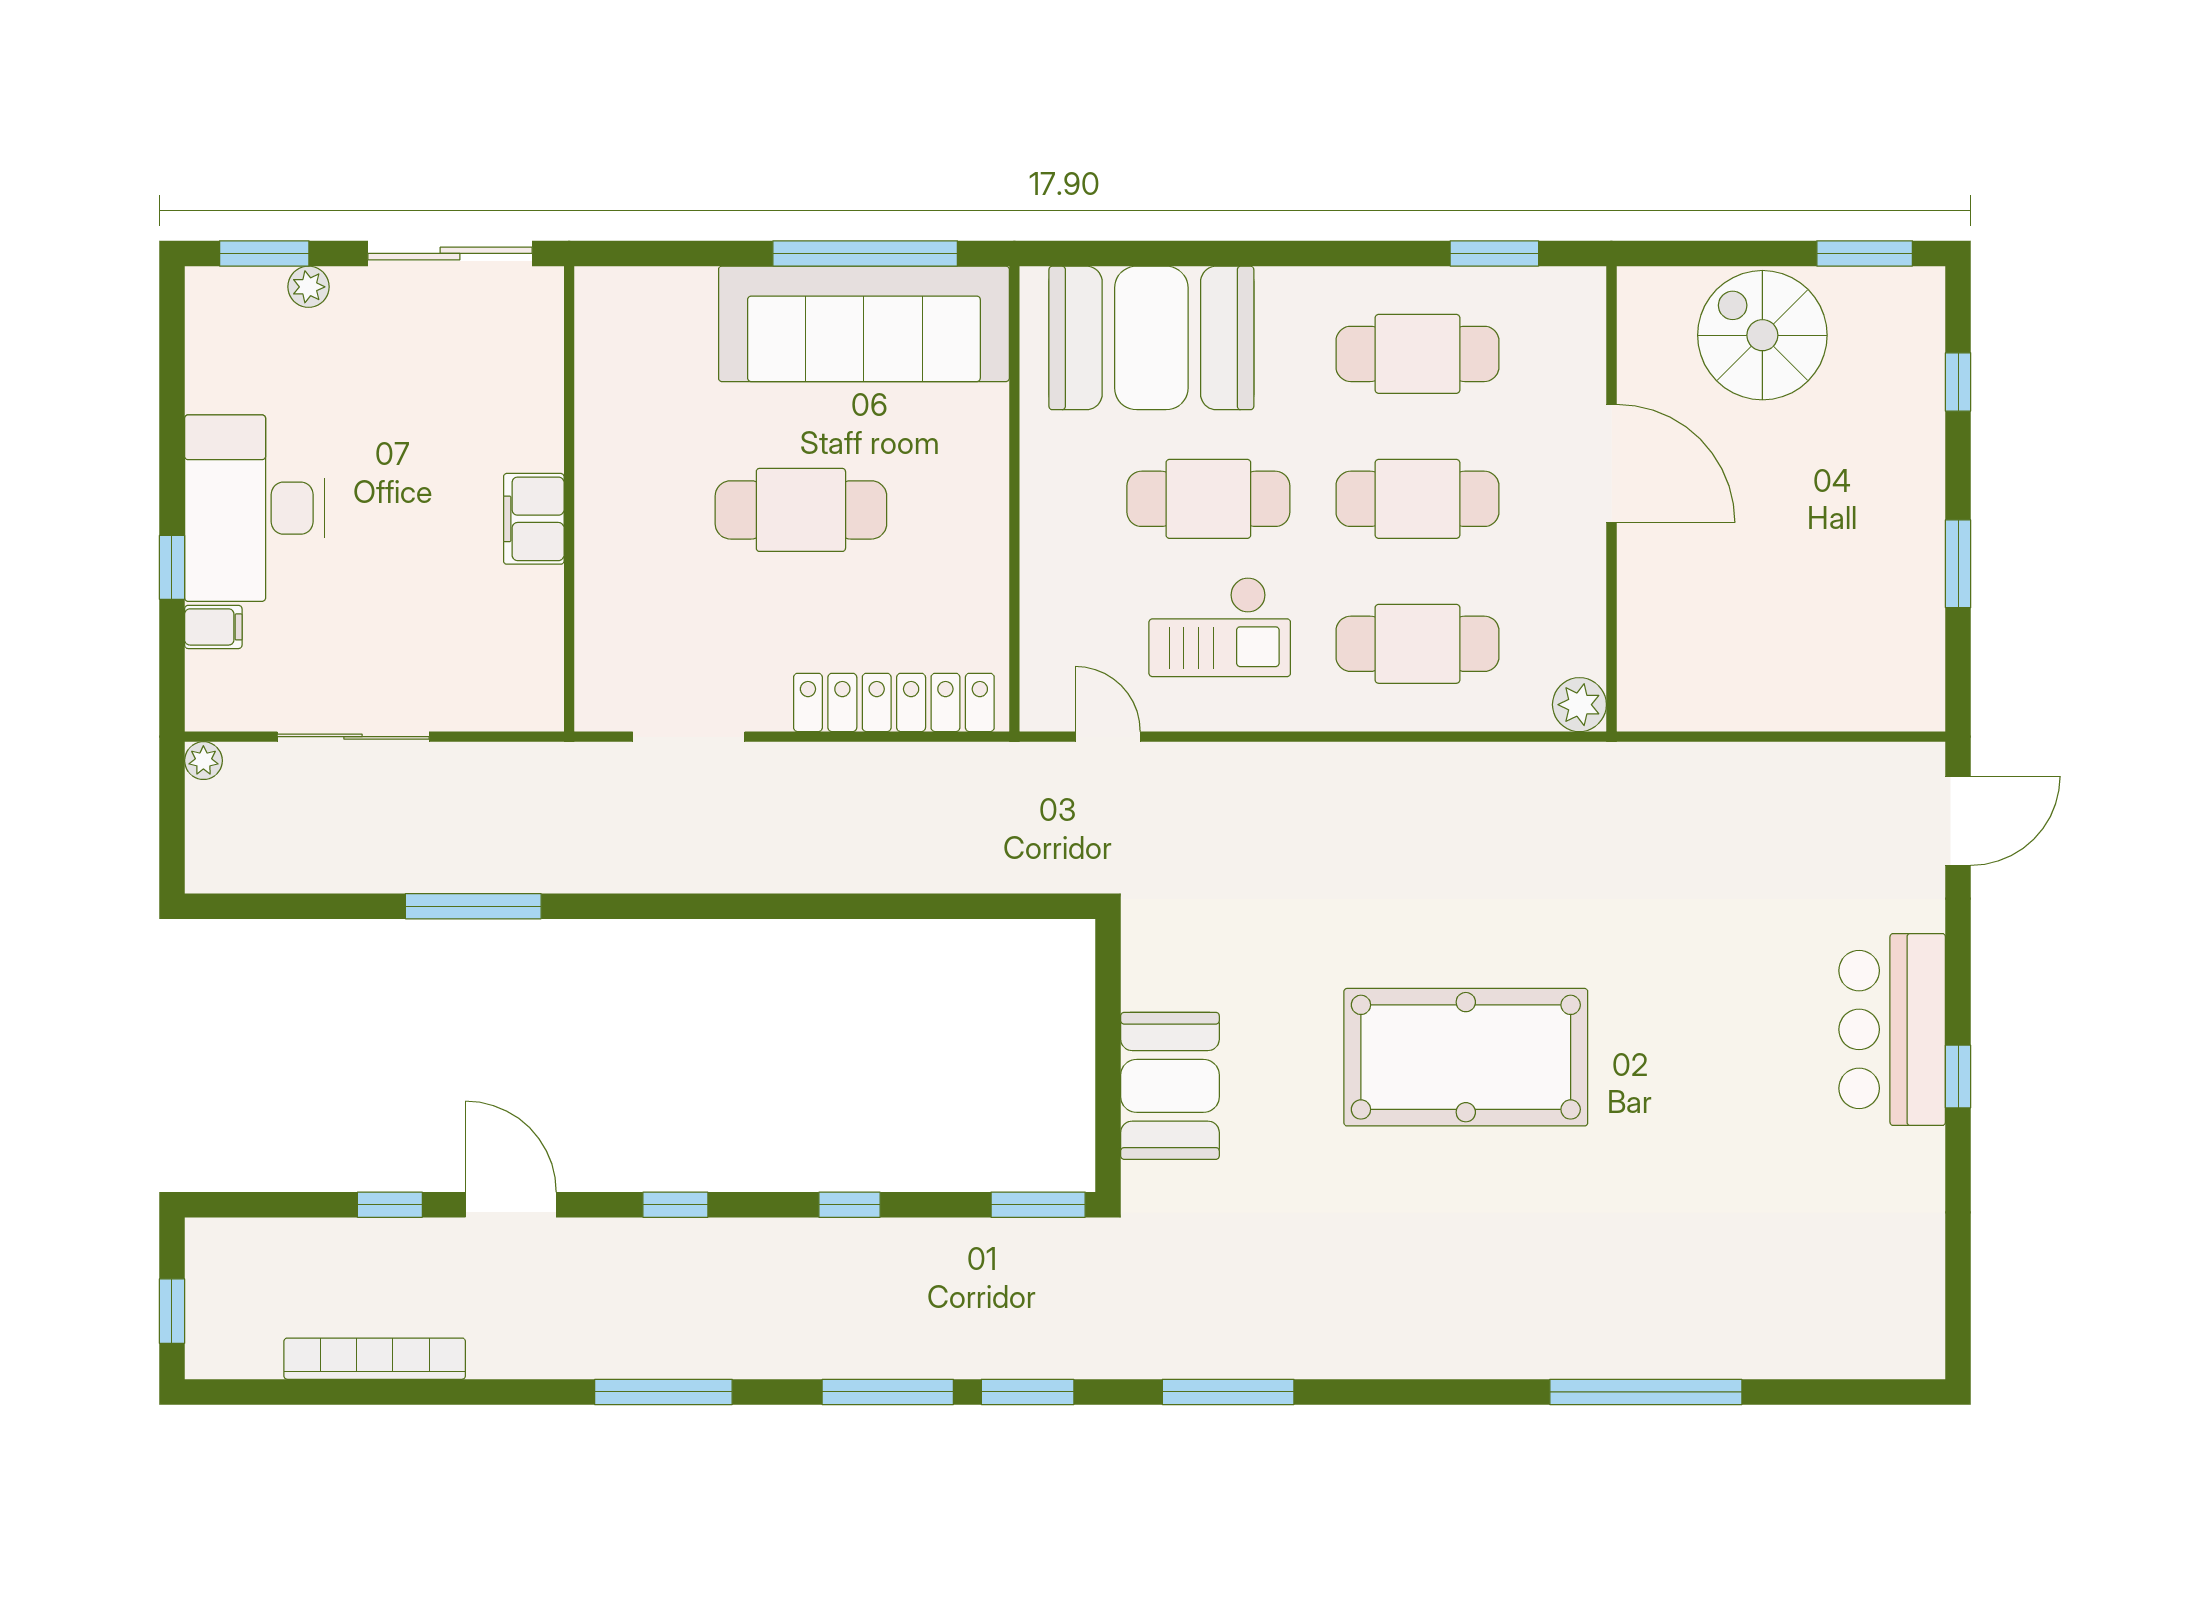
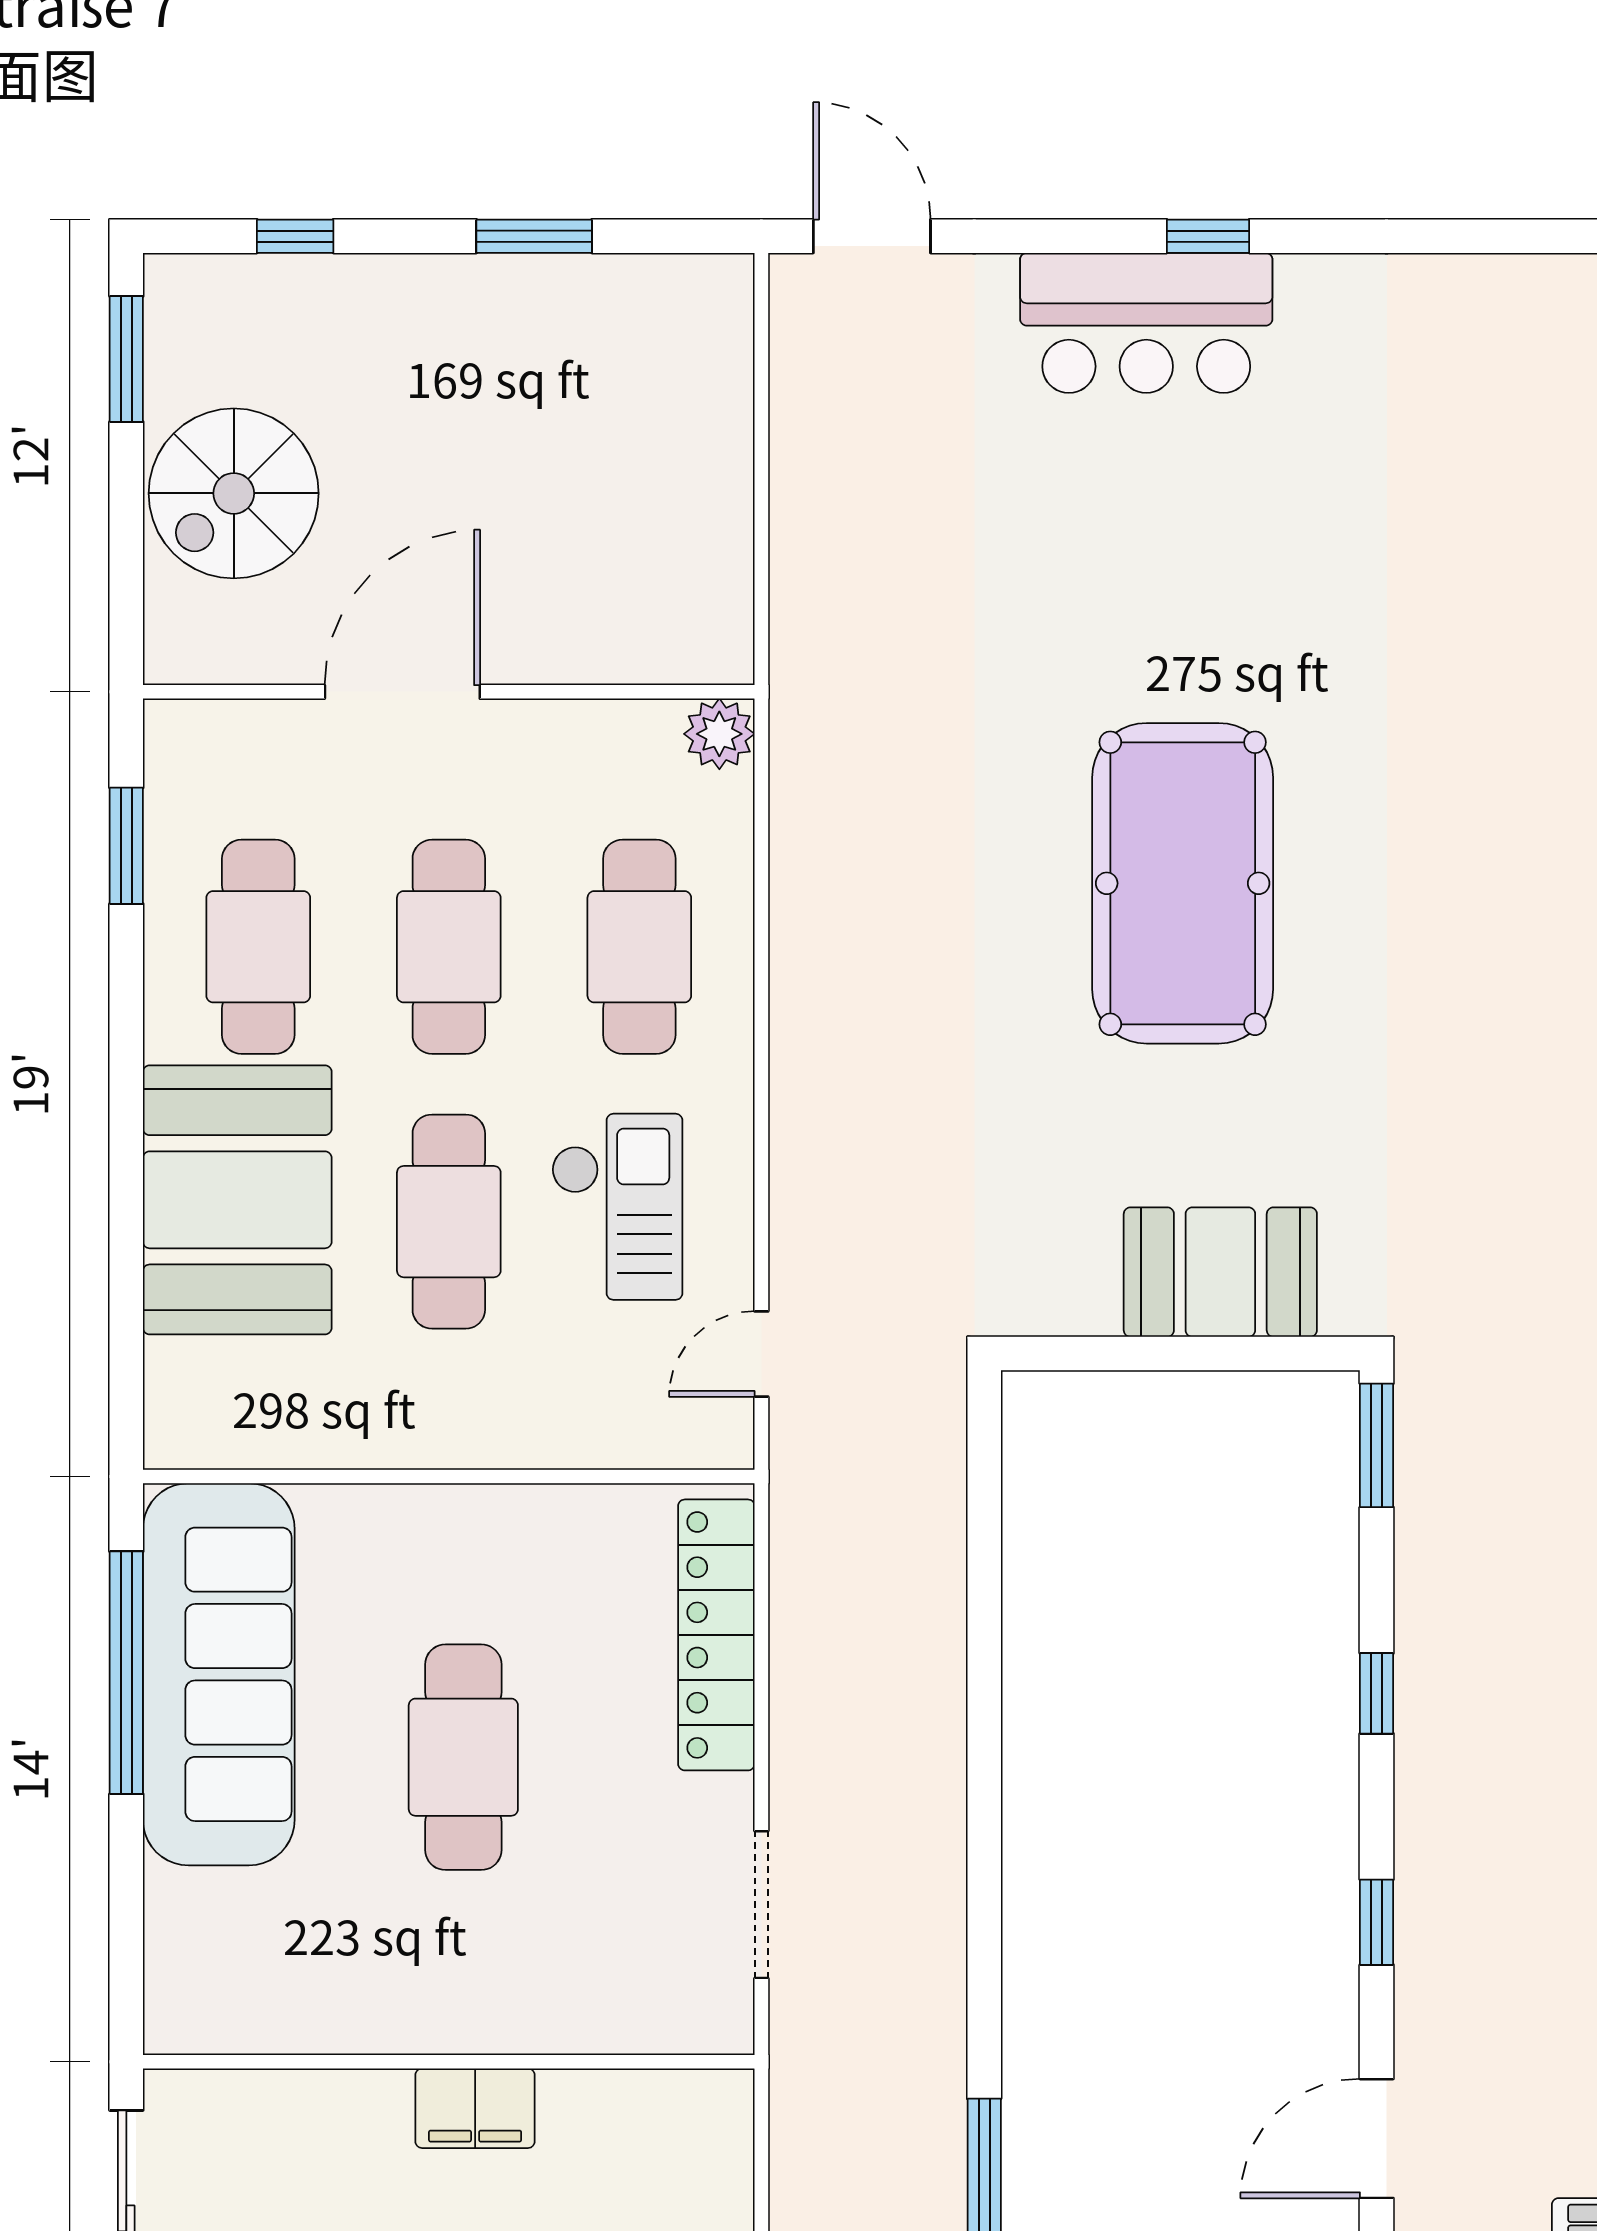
booth: (1151, 338) -> (237, 1200), moved

